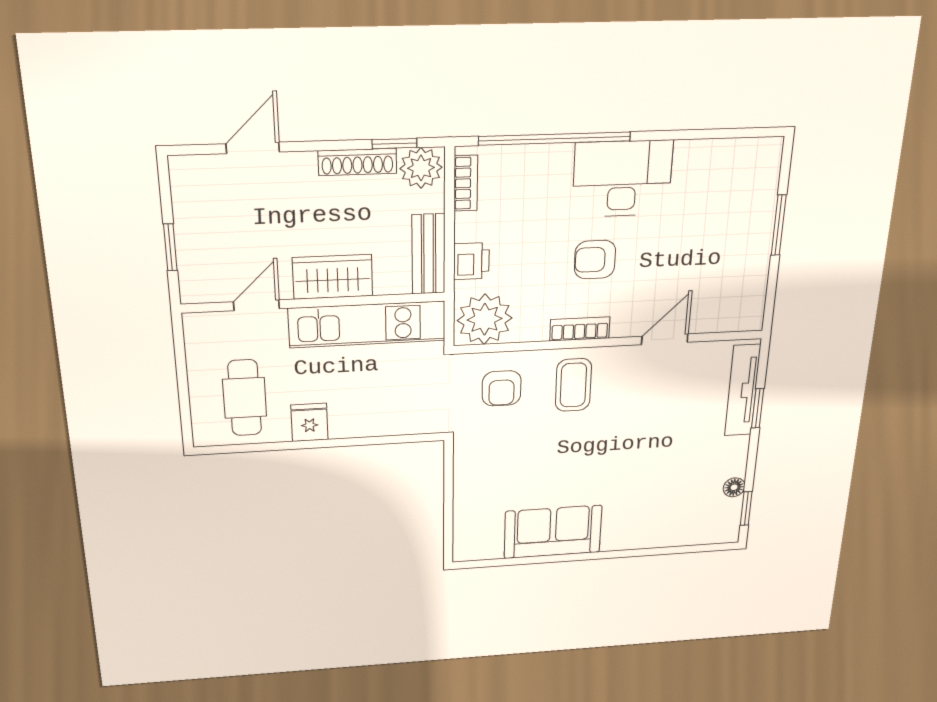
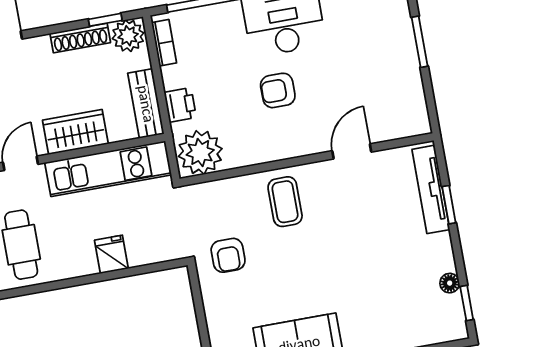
bookcase: (580, 329) -> (279, 151), removed
armchair: (502, 388) -> (228, 255), moved
fridge: (309, 422) -> (111, 254), moved

